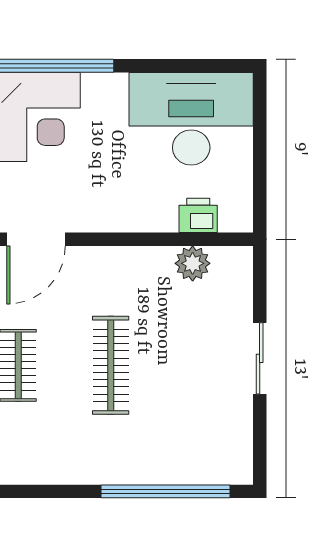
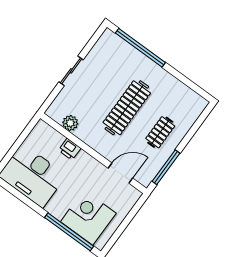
printer: (198, 215) -> (70, 149), moved
clothes rail: (111, 365) -> (127, 108), width x1.37, depth x1.31

